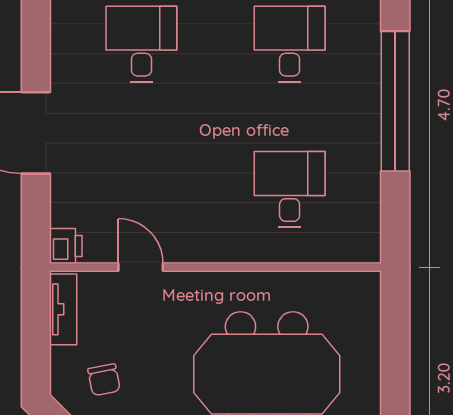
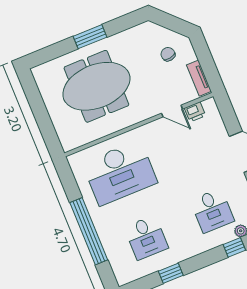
desk: (290, 189) -> (120, 173), width x1.87, depth x1.30
printer: (66, 246) -> (195, 112), moved, turned -90

